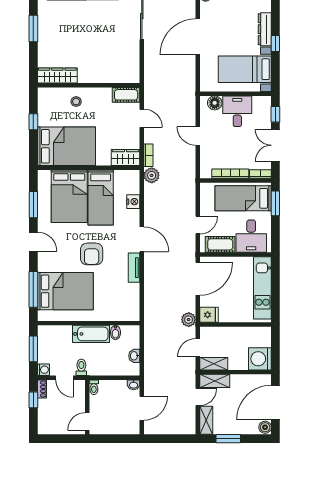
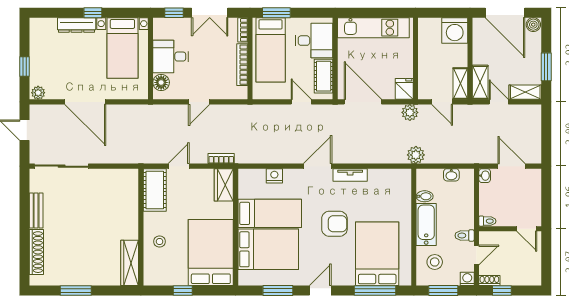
cot: (126, 95) -> (155, 190), width x1.37, depth x1.34
plant: (152, 175) -> (416, 155), moved
stool: (58, 341) -> (435, 262), added

